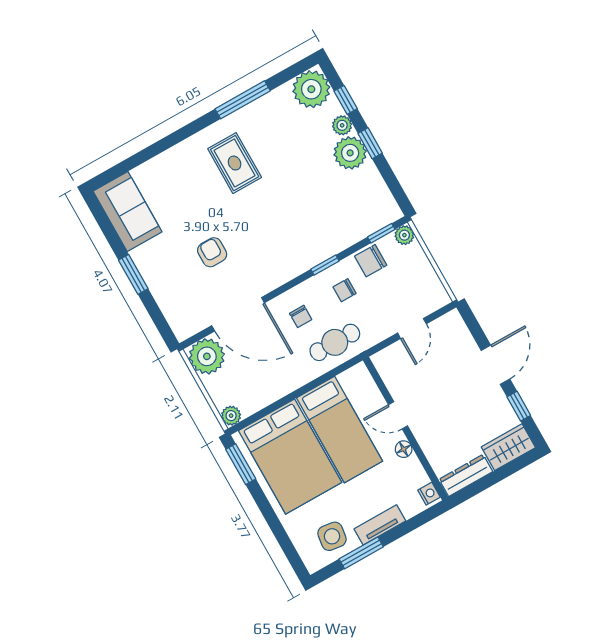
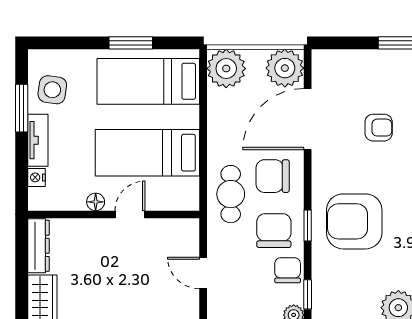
armchair: (300, 229) -> (354, 221), added
chair: (345, 290) -> (274, 231), width x1.87, depth x1.87
chair: (301, 316) -> (273, 176), width x1.87, depth x1.87
plant: (231, 416) -> (226, 69), width x1.87, depth x1.87
bed: (290, 457) -> (148, 81), width x0.67
window: (241, 464) -> (131, 43), moved
nightstand: (429, 494) -> (37, 177), moved, turned 90

